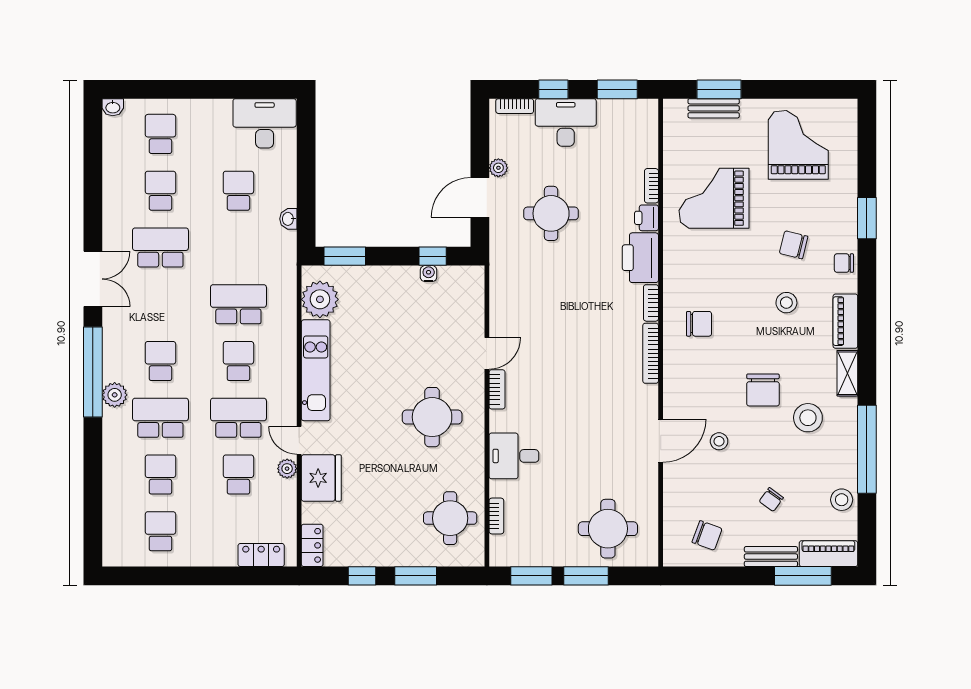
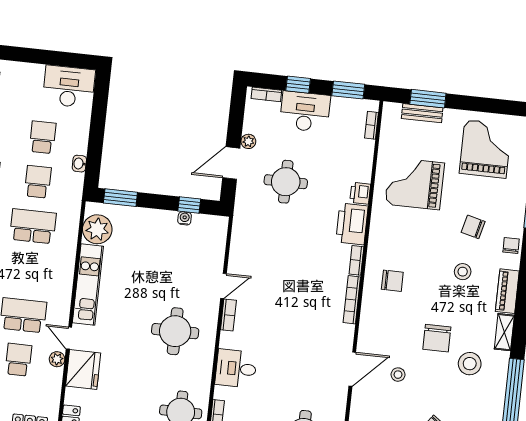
bookcase: (651, 186) -> (371, 125), moved
chair: (844, 263) -> (511, 246), turned 90
school desk: (238, 361) -> (38, 182), moved

